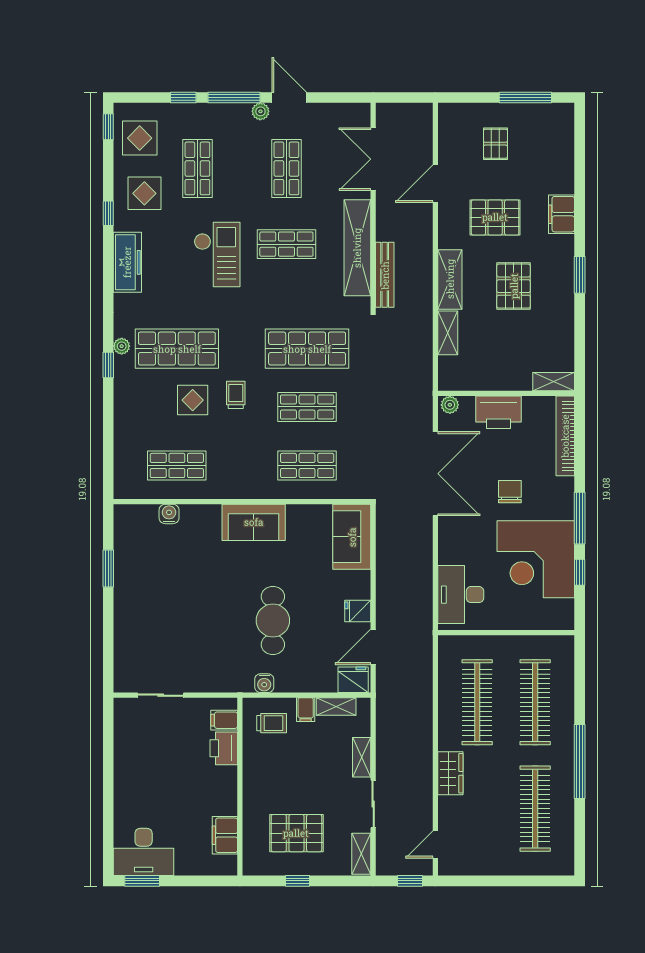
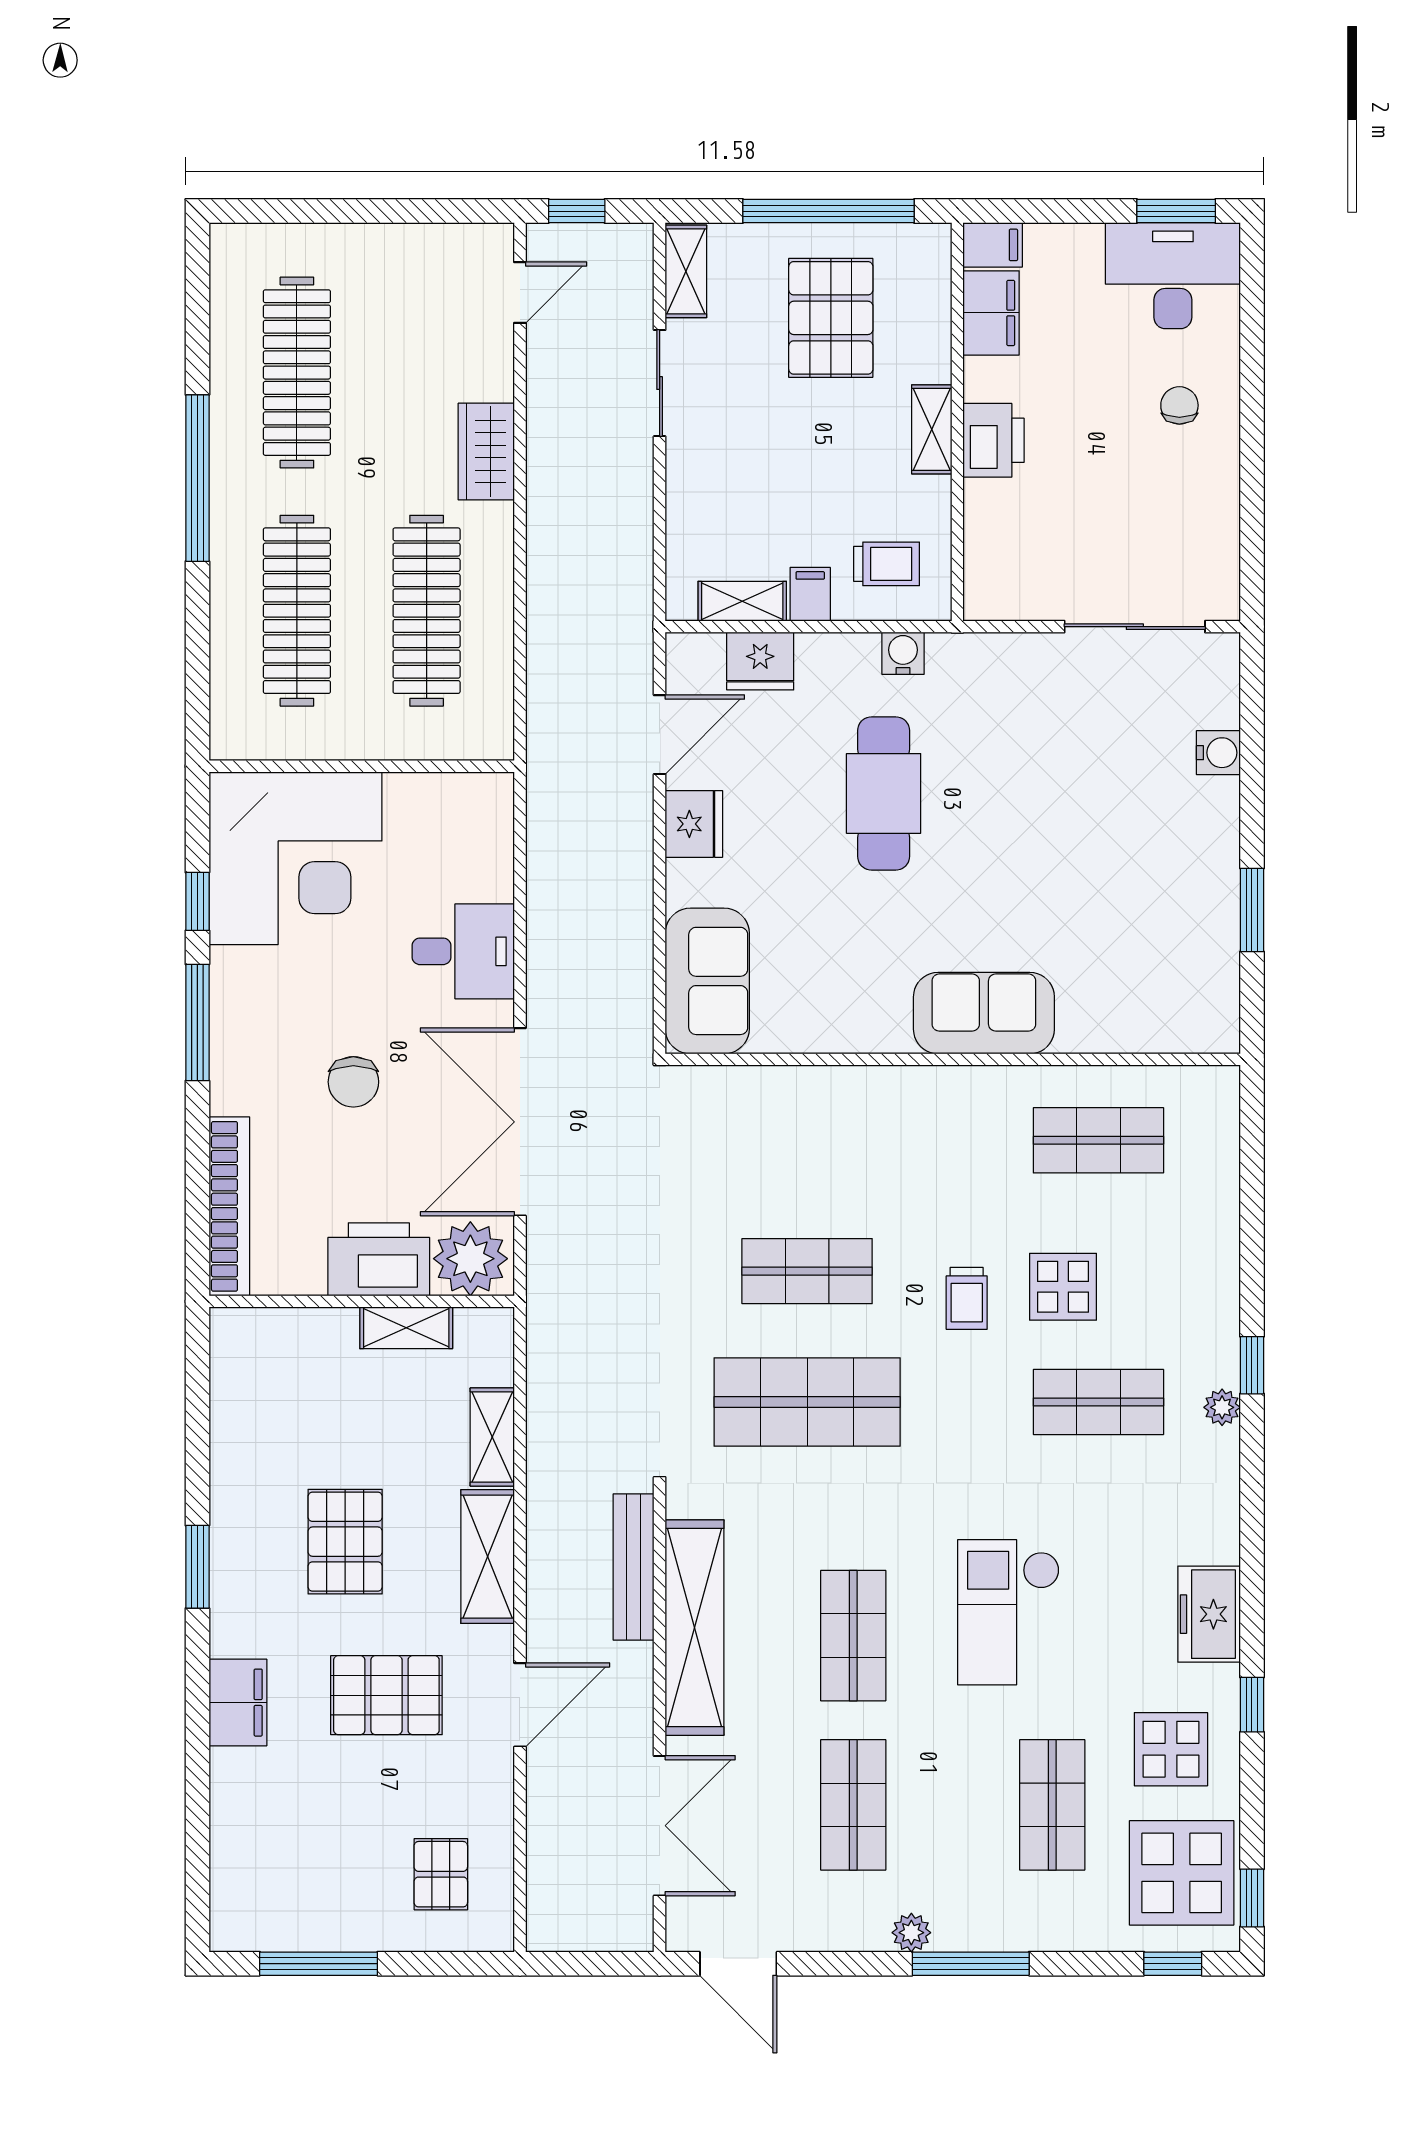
window: (183, 97) -> (1173, 1964), moved
door: (289, 97) -> (738, 1964), moved
display table: (140, 138) -> (1182, 1873), width x1.36, depth x1.36
pallet: (495, 144) -> (441, 1874), moved
door: (435, 184) -> (520, 1705), moved
shop shelf: (286, 244) -> (853, 1636), turned 90
freezer: (127, 262) -> (1209, 1614), width x0.71
shop shelf: (177, 349) -> (1098, 1402), width x0.70, depth x0.74
shelving: (554, 382) -> (406, 1328), moved
plant: (450, 405) -> (470, 1259), width x1.87, depth x1.87
shop shelf: (307, 465) -> (807, 1140), removed
water cooler: (169, 514) -> (1218, 753), moved, turned -90
sofa: (254, 522) -> (984, 1013), moved
corner desk: (536, 559) -> (295, 858), moved, turned 90
desk: (461, 595) -> (463, 951), moved, width x0.73
fridge: (358, 611) -> (694, 824), width x1.38
fridge: (353, 680) -> (760, 661), moved
sliding door: (161, 695) -> (1135, 627), width x1.37
filing cabinet: (224, 720) -> (993, 245), moved
trolley: (272, 723) -> (887, 564), turned 180
printer: (224, 748) -> (994, 440), moved
shelving: (362, 757) -> (932, 429), moved
chair: (141, 794) -> (1179, 405), added
pallet: (296, 833) -> (831, 318), turned 90
window: (297, 881) -> (828, 211), width x3.17

